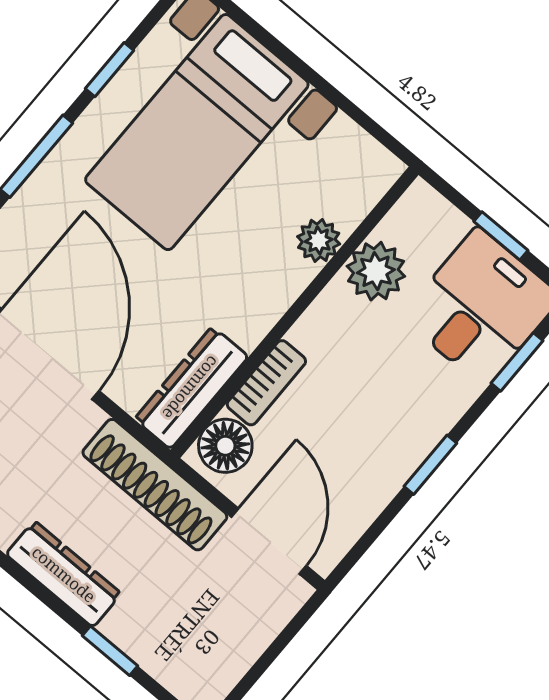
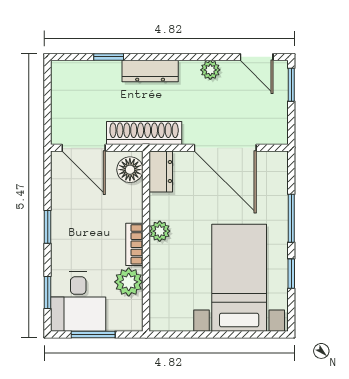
window: (501, 236) -> (93, 334), width x1.50
plant: (319, 240) -> (160, 231), moved
bookcase: (266, 383) -> (134, 244), moved
dresser: (191, 388) -> (161, 172), width x0.70

